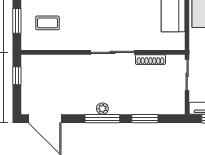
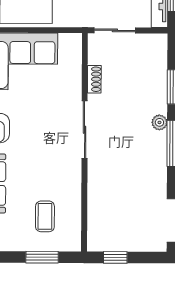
shoe rack: (150, 60) -> (94, 79), width x0.70
plant: (102, 109) -> (159, 122), moved

